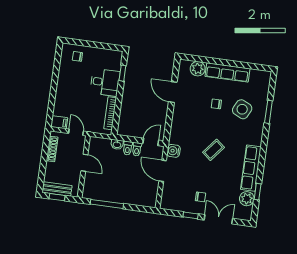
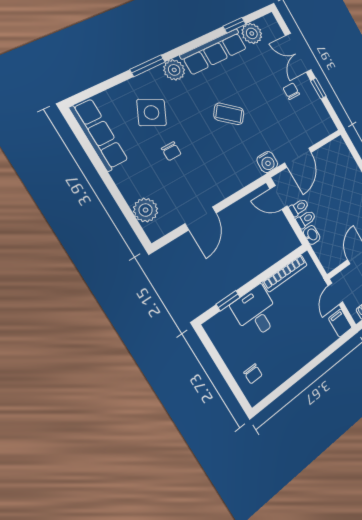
row of seats: (227, 72) -> (99, 135), moved
window: (268, 112) -> (147, 66), moved
plant: (256, 138) -> (174, 70), added

